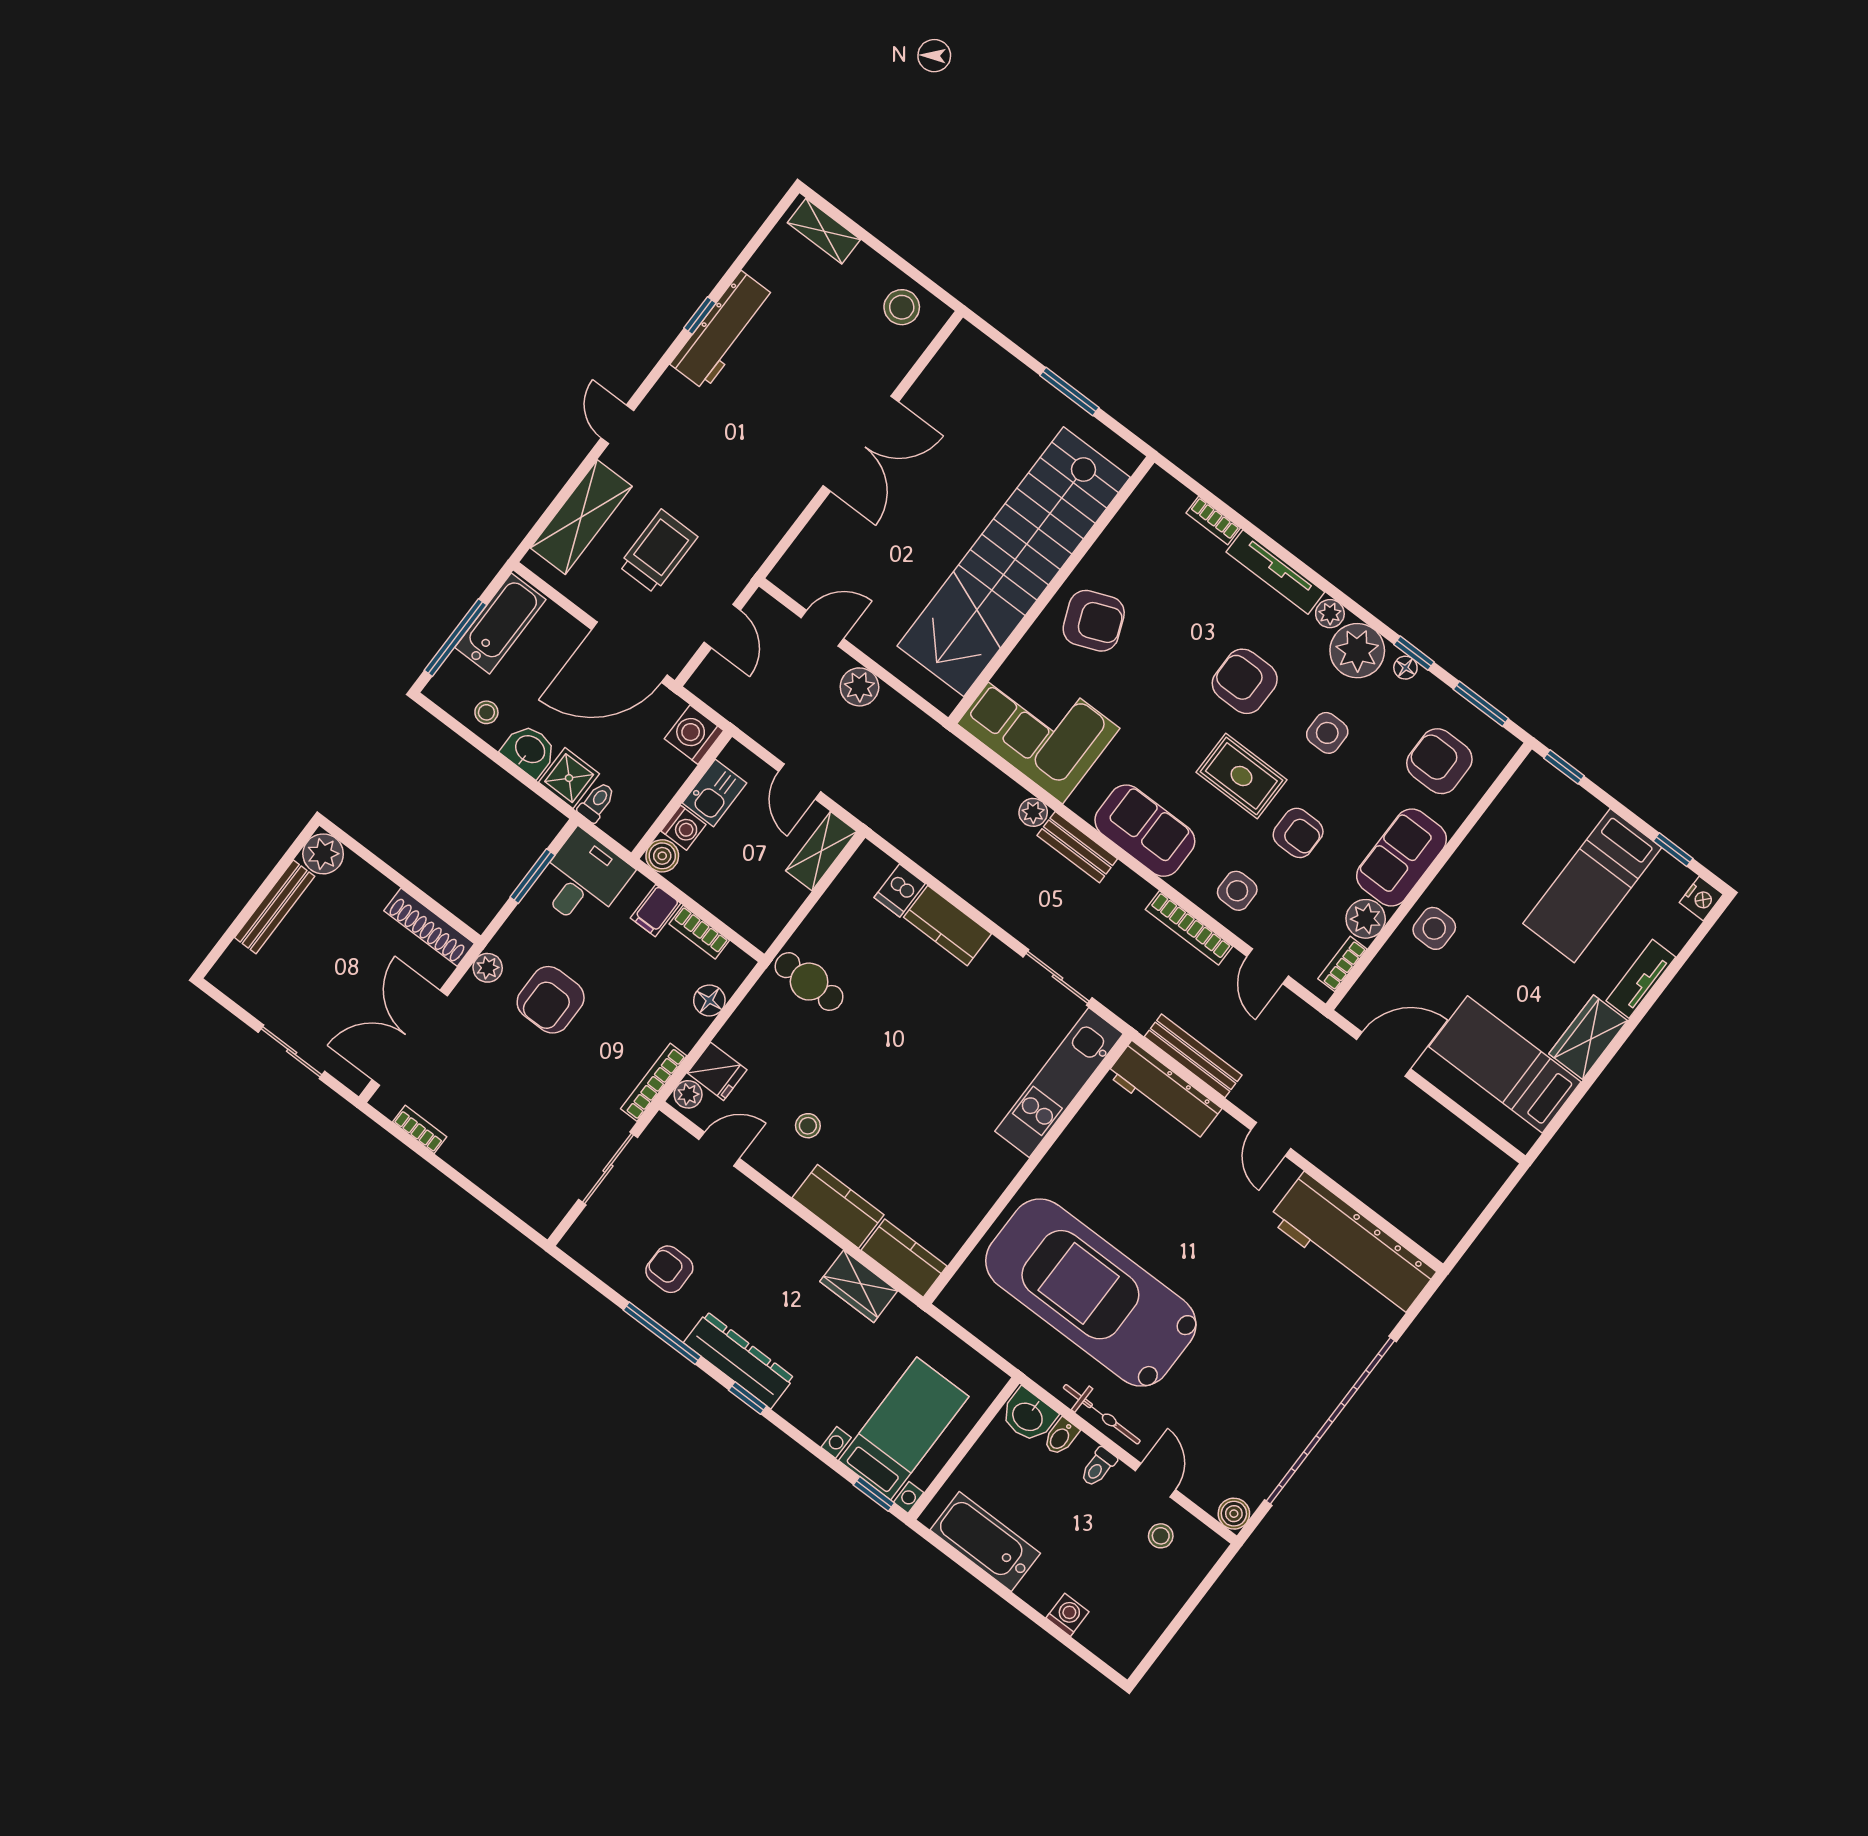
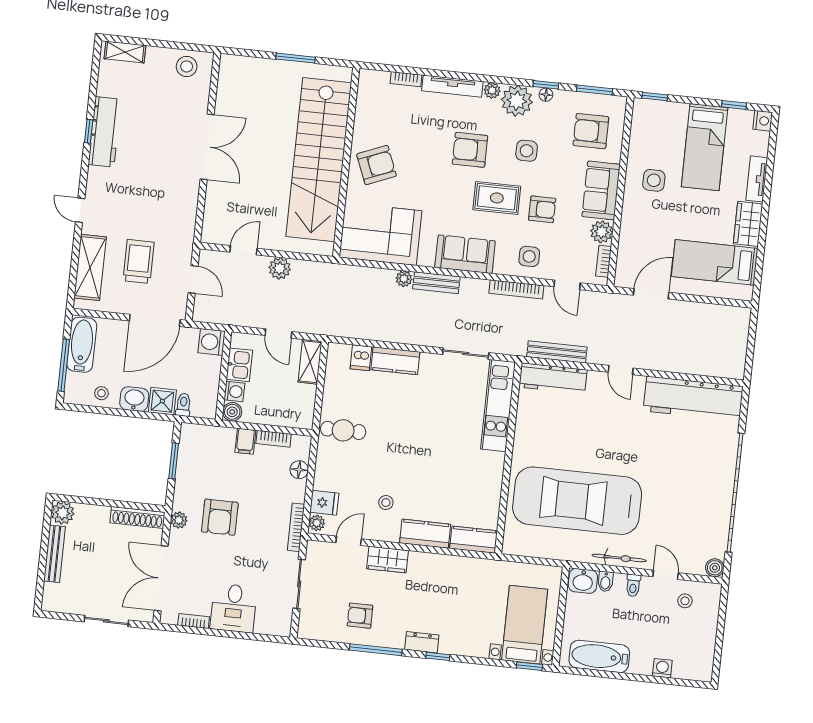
desk: (583, 879) -> (234, 608), moved, turned 180
side table: (1434, 928) -> (654, 180), moved
wardrobe: (859, 1286) -> (387, 560), moved
dresser: (739, 1360) -> (422, 642), width x0.51, depth x0.80

